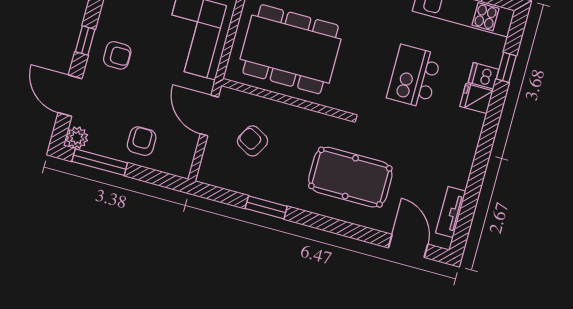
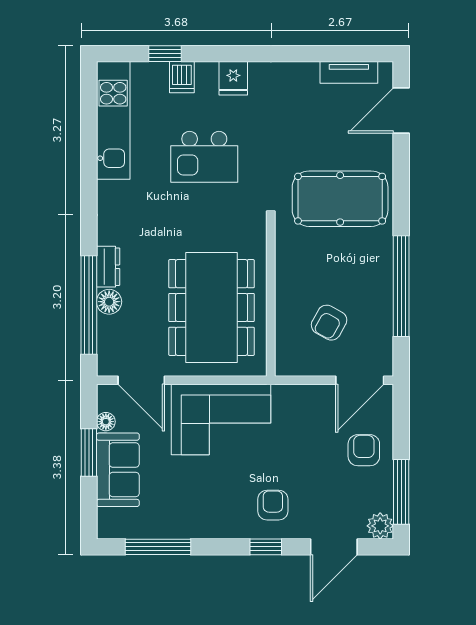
fridge: (476, 99) -> (233, 78), moved
door: (209, 115) -> (360, 380), moved
armchair: (142, 141) -> (364, 450), turned 90
pool table: (350, 177) -> (340, 199), turned 90
window: (266, 207) -> (401, 286), width x2.11

